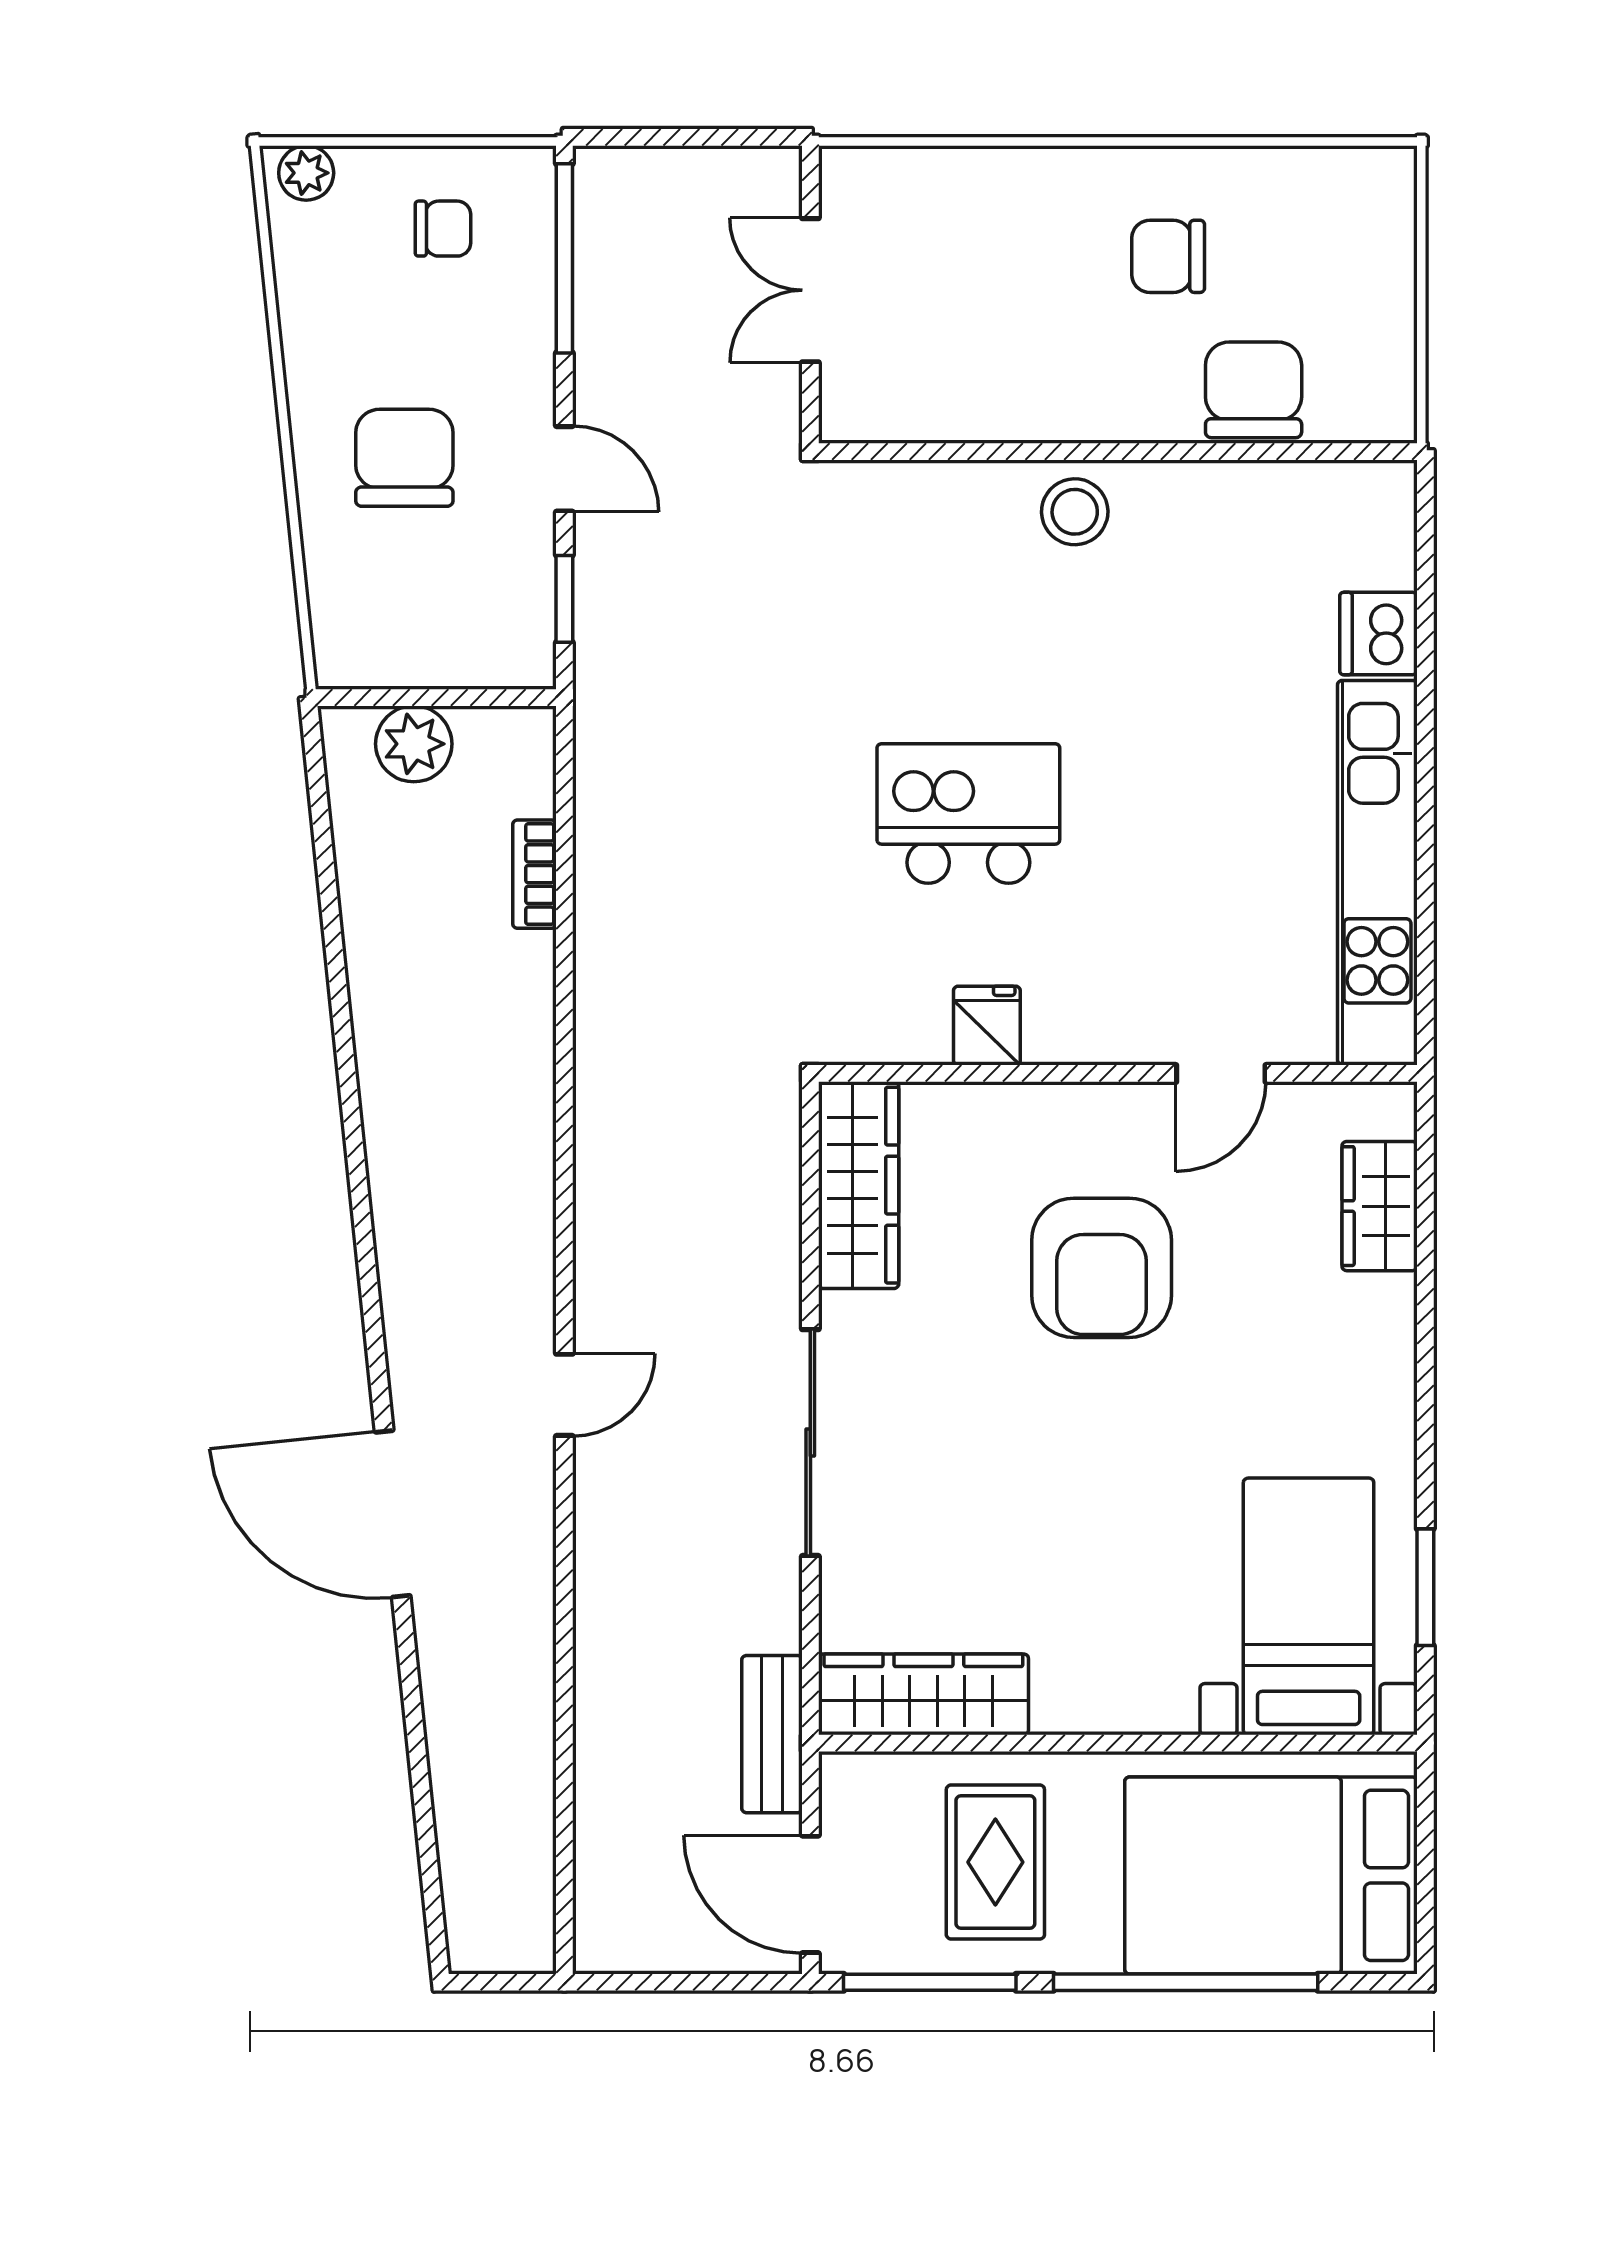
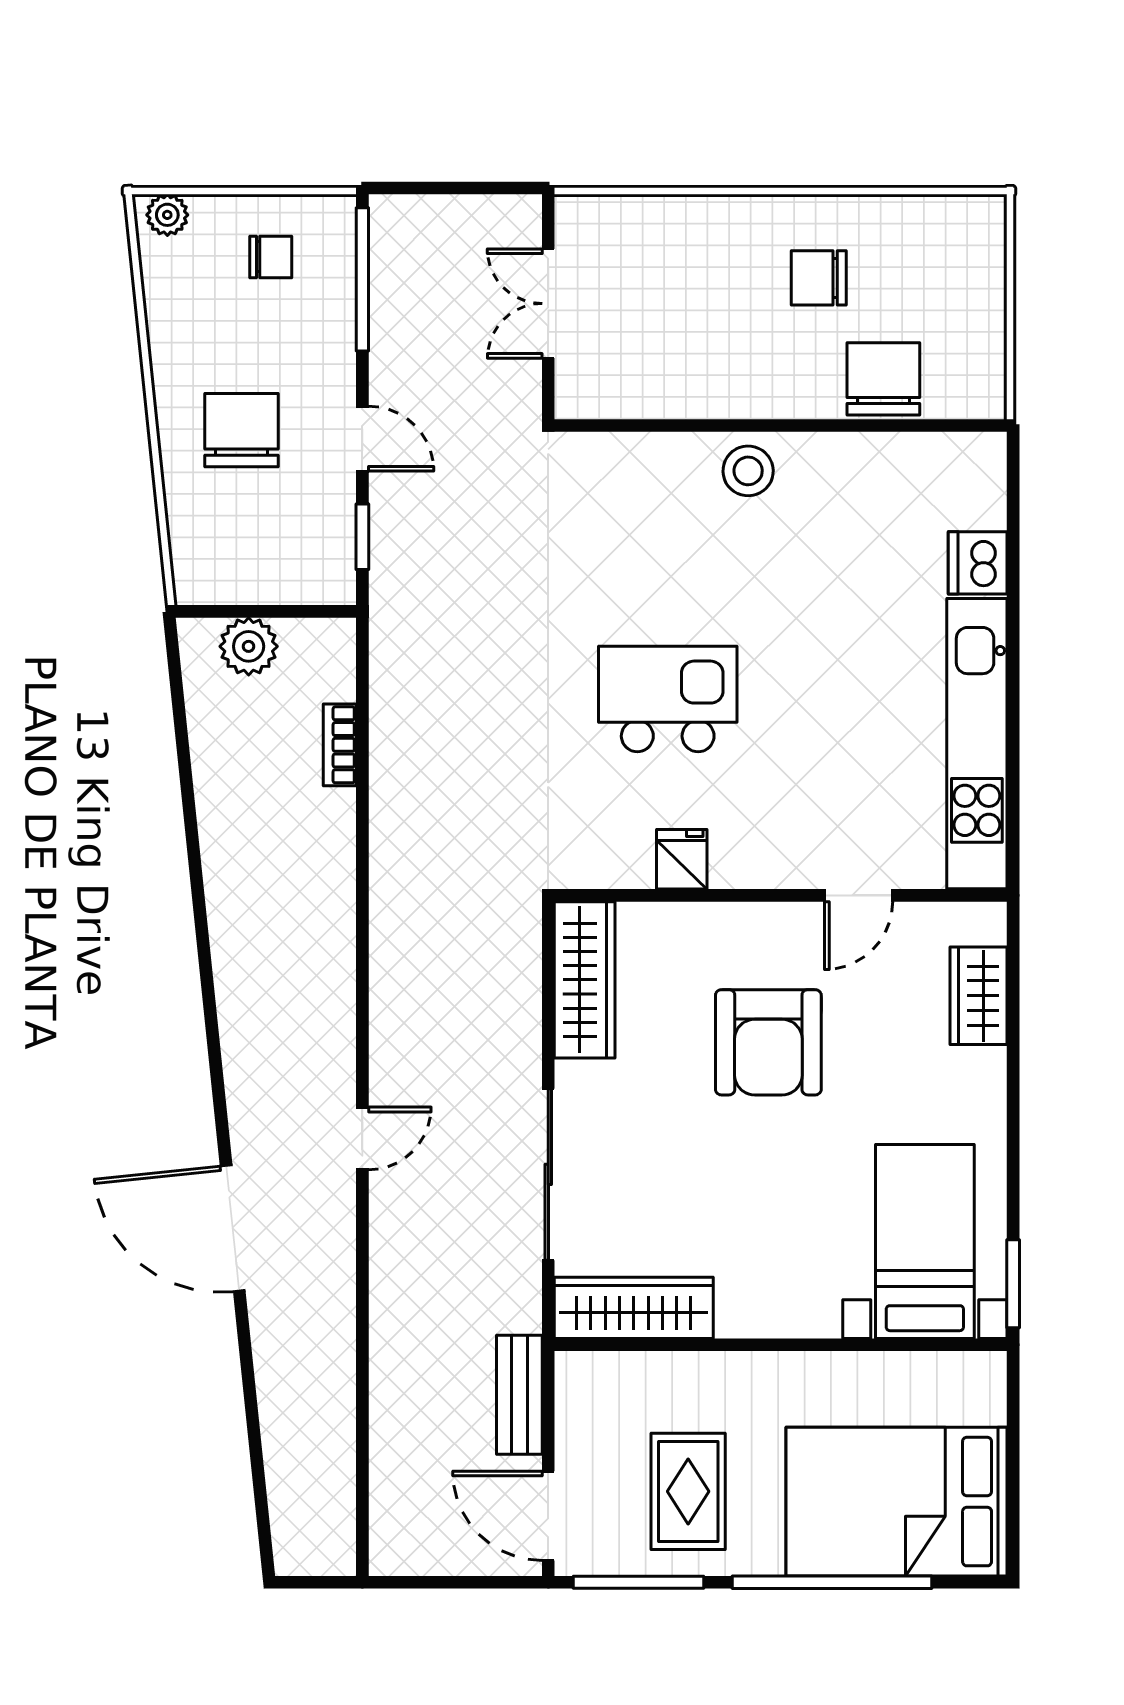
bed with nightstands: (1309, 1606) -> (925, 1241), moved
wardrobe: (923, 1694) -> (634, 1308), moved
wall: (1118, 1743) -> (781, 1345), moved

